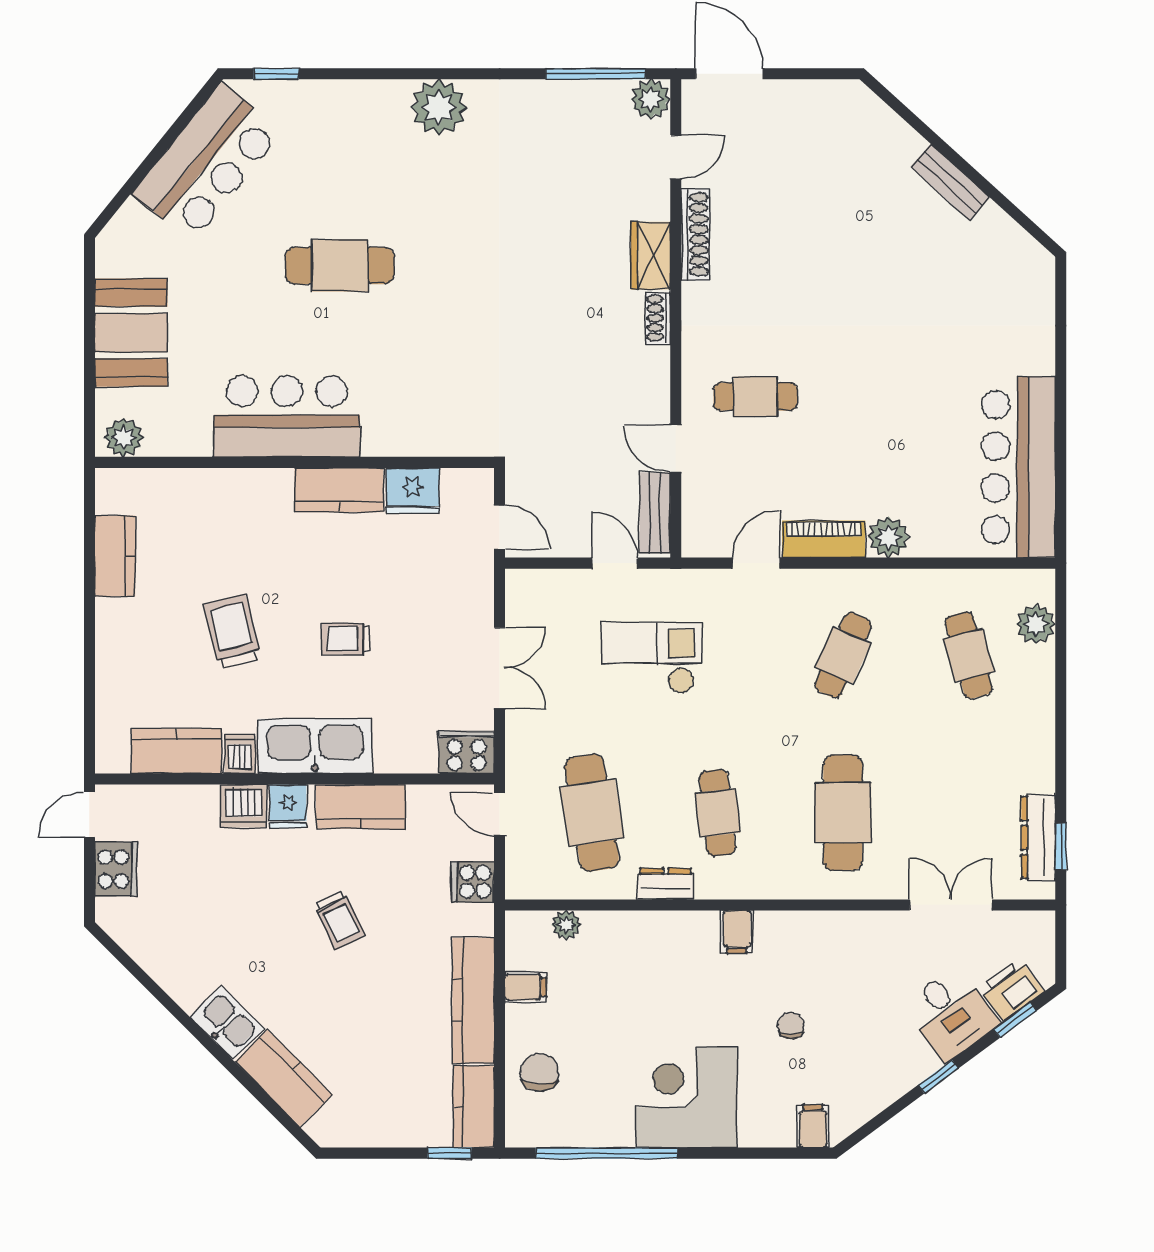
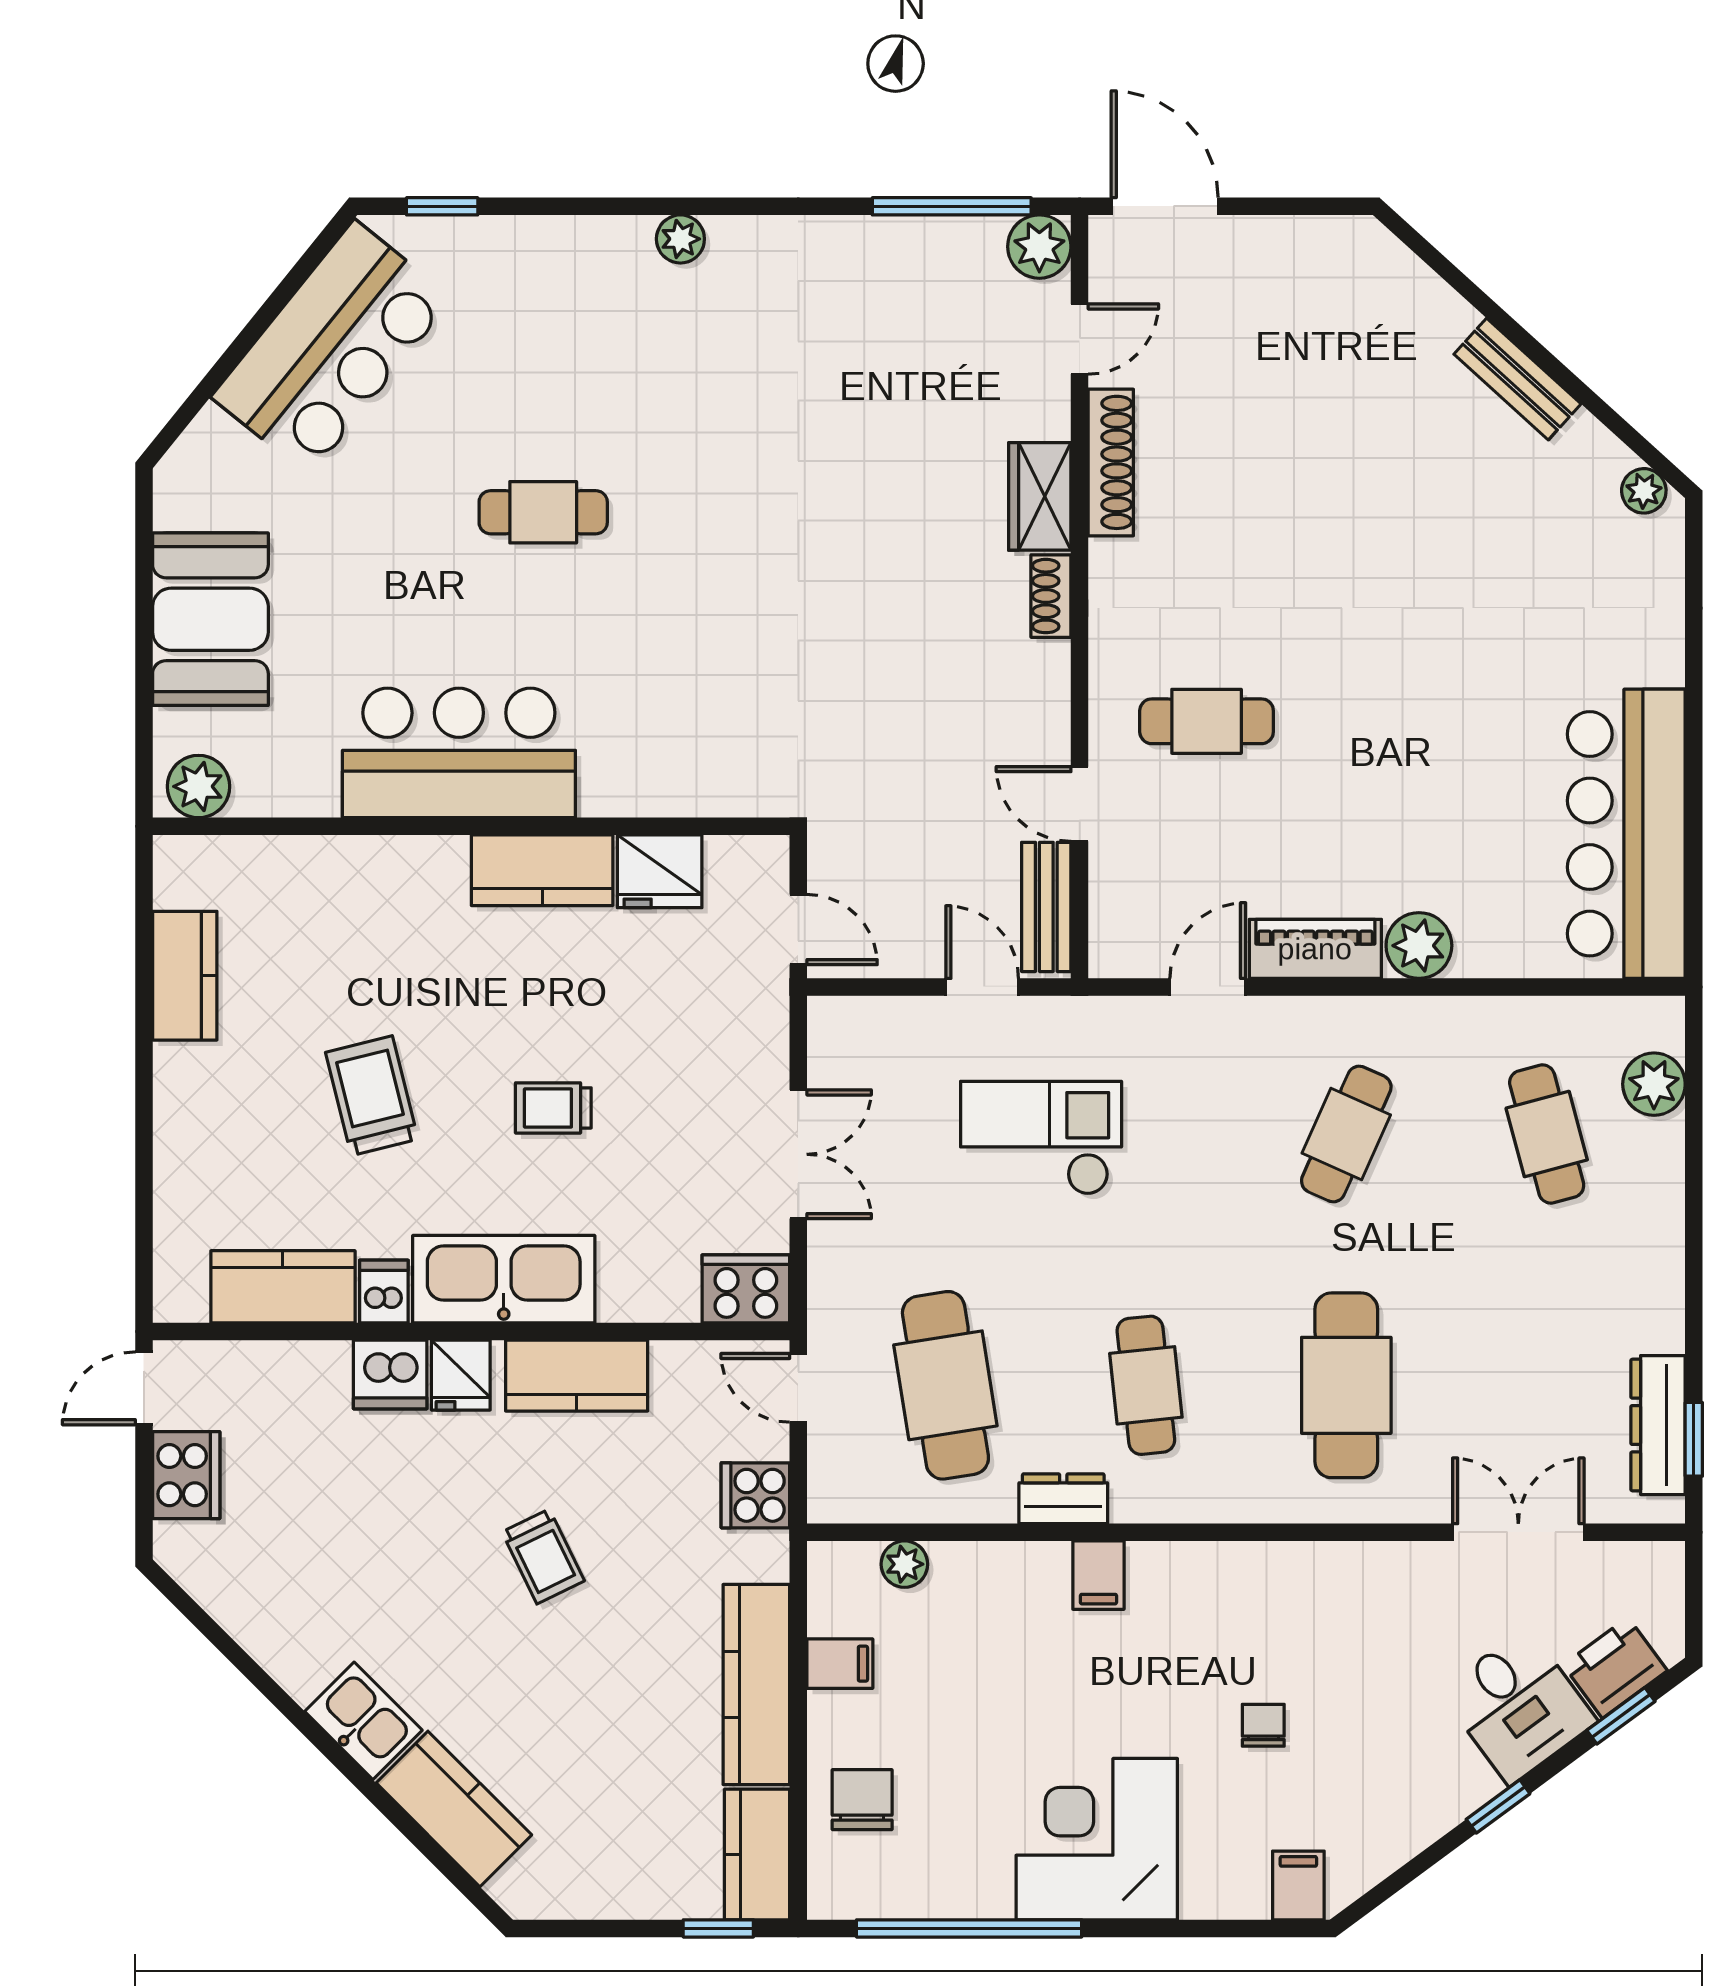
plant: (439, 107) -> (680, 239), width x0.53, depth x0.53
plant: (1029, 252) -> (1644, 491), added
cafe table: (340, 266) -> (543, 512), width x0.73, depth x0.74
filing cabinet: (737, 932) -> (1098, 1575), moved

